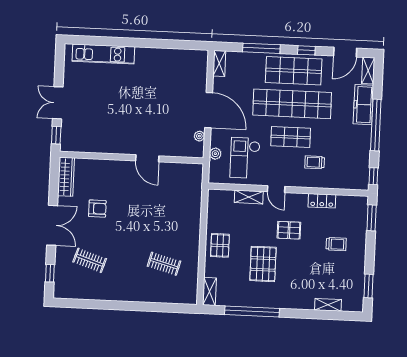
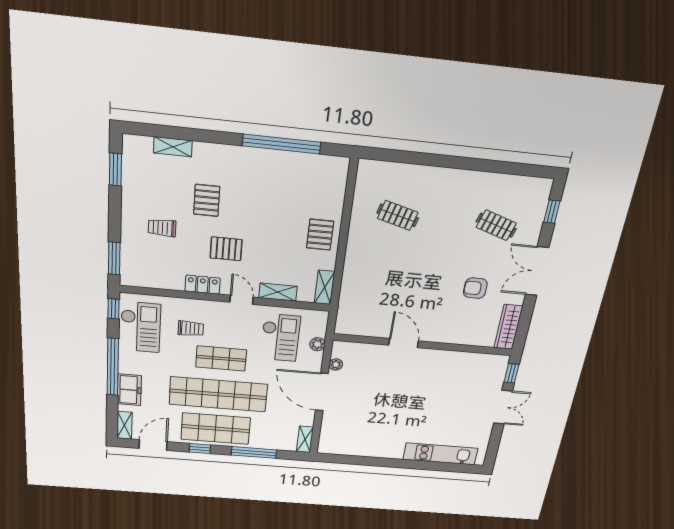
freezer: (363, 105) -> (129, 390), width x0.71
checkout: (353, 162) -> (140, 327), added
locker: (322, 201) -> (203, 285), moved
pallet: (263, 264) -> (207, 200), moved, width x0.67, depth x0.71
shelving: (209, 291) -> (325, 287), moved

